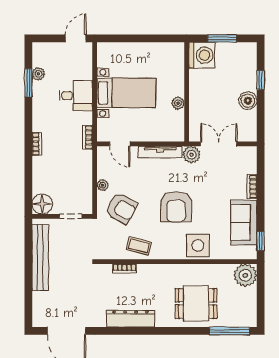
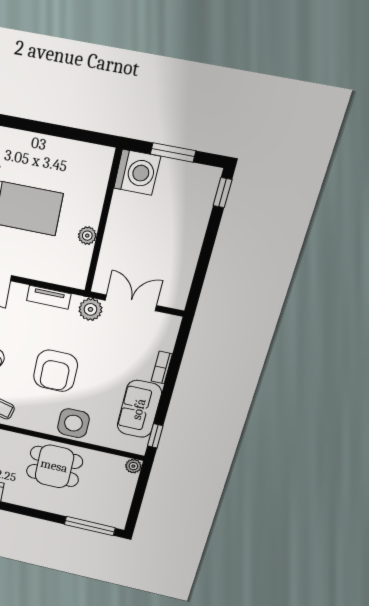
window: (261, 80) -> (222, 193), moved
boiler: (248, 101) -> (187, 252), removed
tv unit: (160, 152) -> (49, 297), width x0.71
plant: (245, 275) -> (133, 466), width x0.53, depth x0.53
dining table: (196, 303) -> (54, 466), moved

